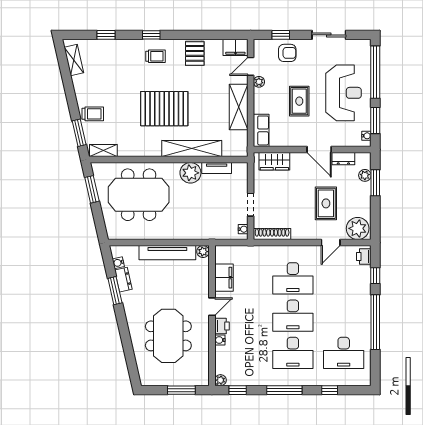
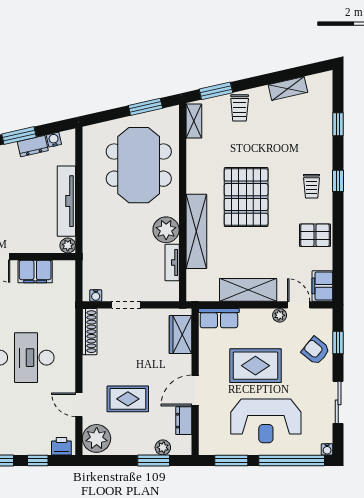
armchair: (287, 53) -> (316, 351), turned 129
shelving: (74, 60) -> (288, 89), moved
rug: (299, 101) -> (255, 366), width x1.36, depth x1.43
water cooler: (366, 136) -> (327, 449), moved

